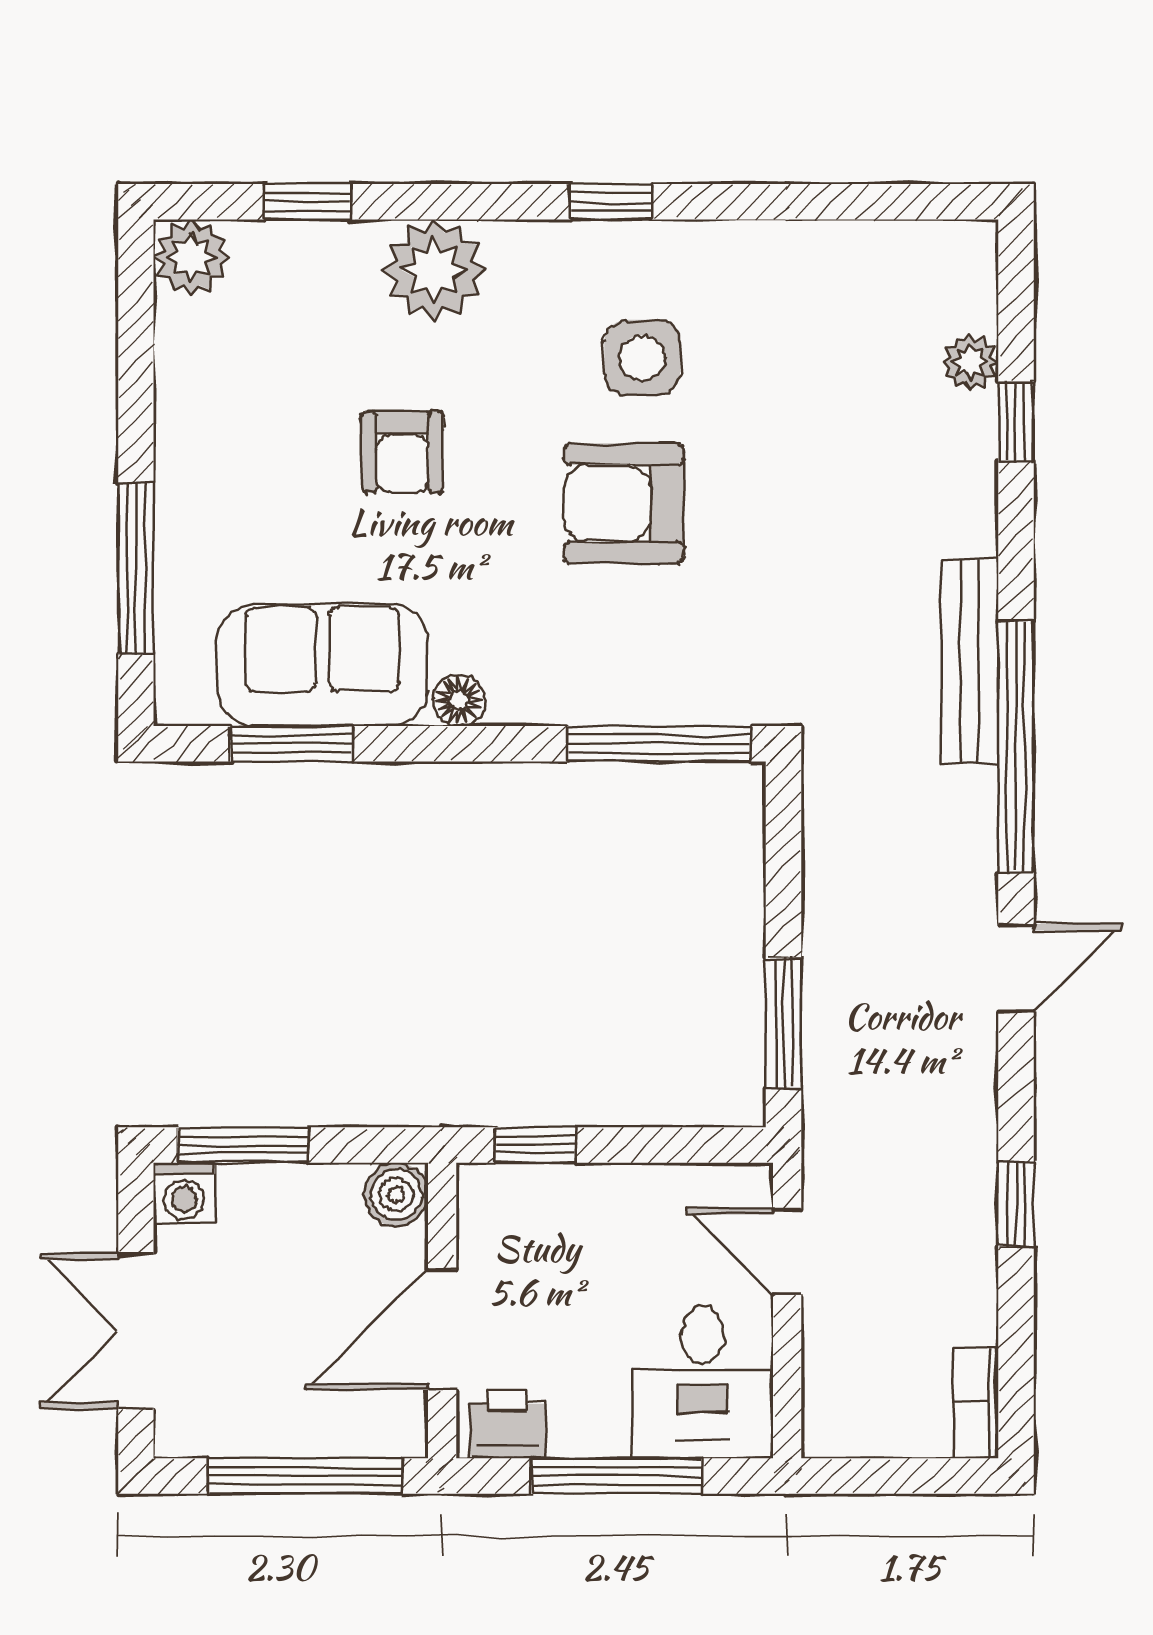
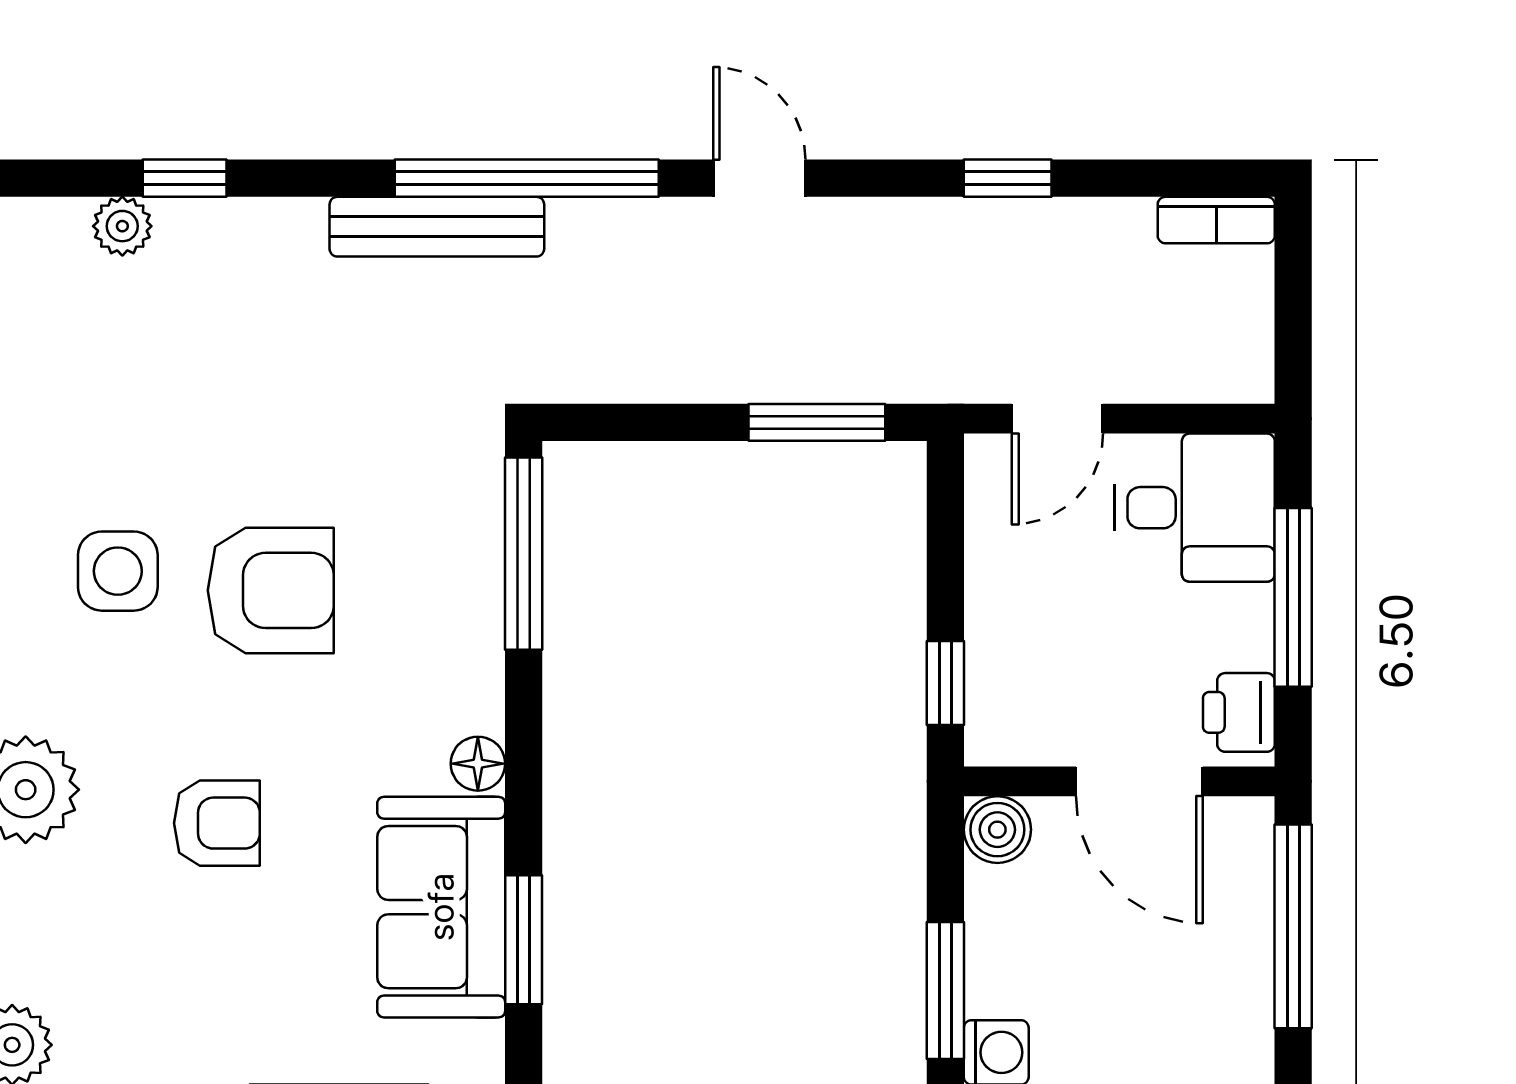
armchair: (624, 503) -> (271, 590), turned -90

